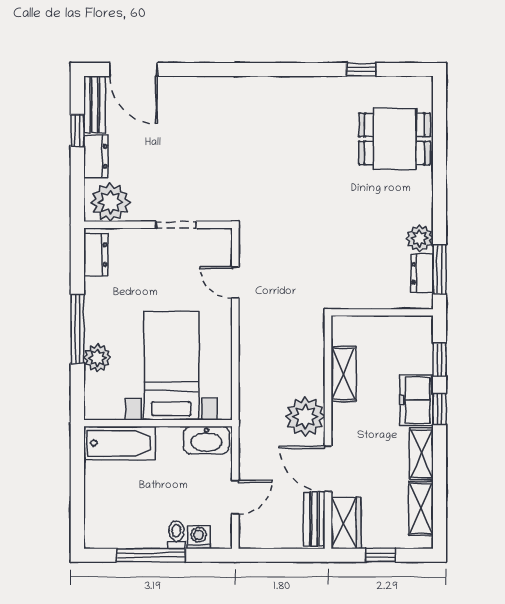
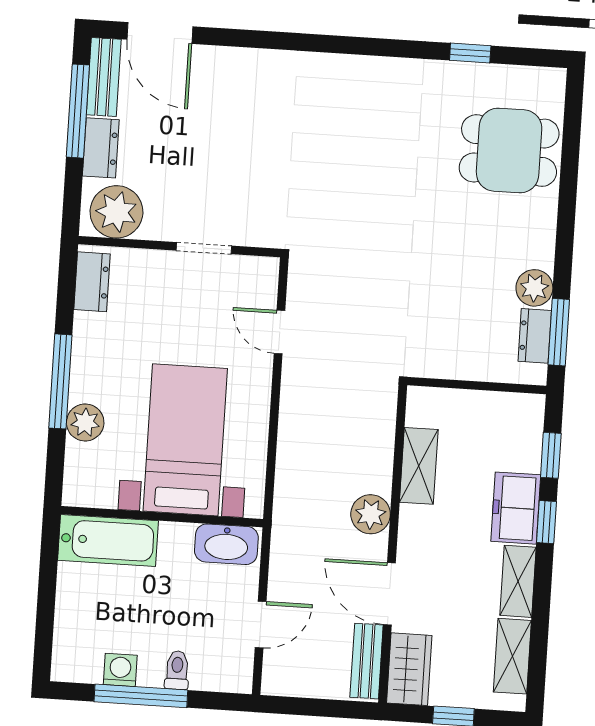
window: (77, 130) -> (78, 111), width x2.17
plant: (305, 417) -> (371, 514), width x0.73, depth x0.73
washing machine: (199, 537) -> (120, 670), moved

